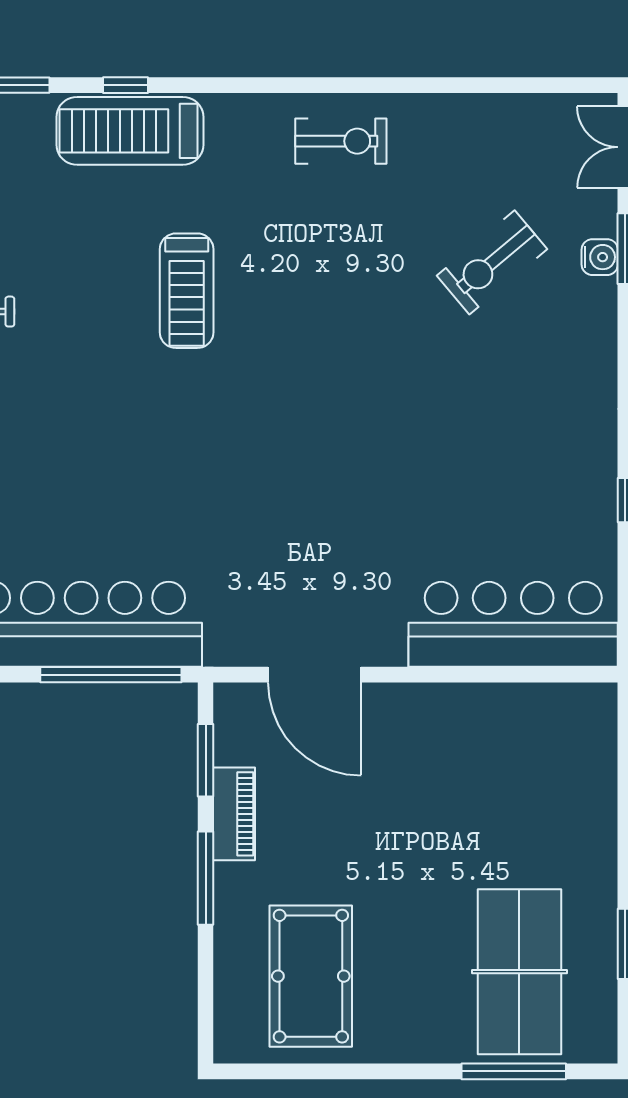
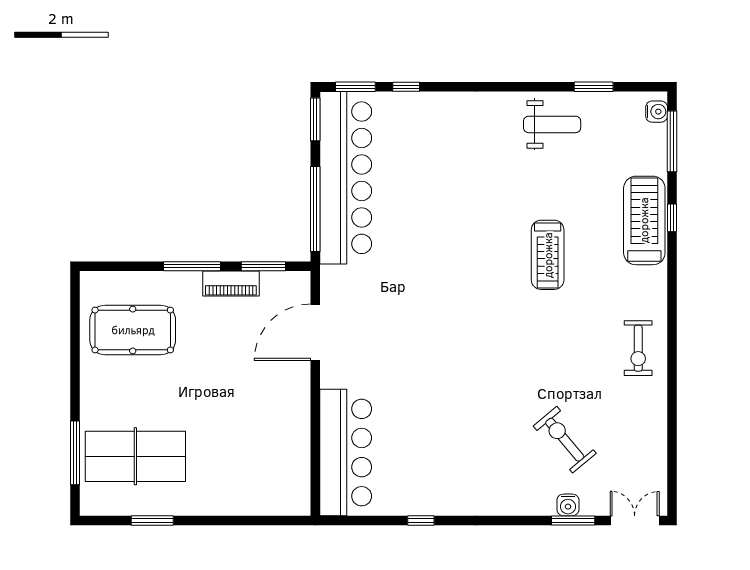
treadmill: (187, 291) -> (548, 255), turned -90

